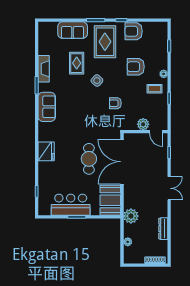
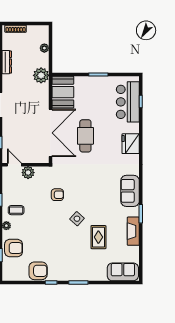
sofa: (73, 30) -> (123, 272), moved
rug: (105, 42) -> (68, 260), removed
armchair: (136, 67) -> (14, 248), moved
bar counter: (71, 205) -> (128, 102), moved, turned 90

